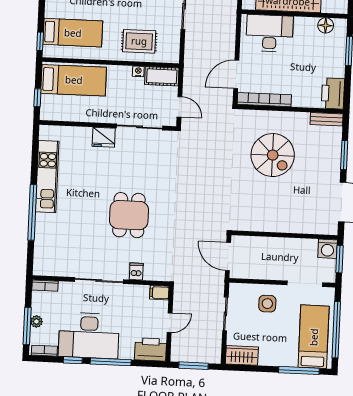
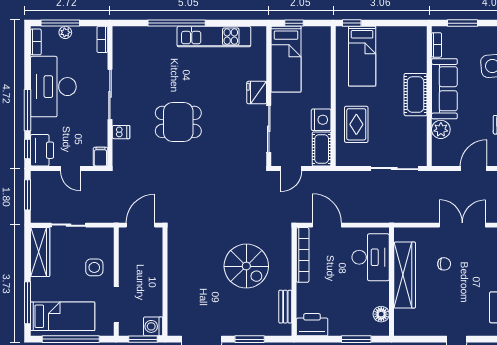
nightstand: (138, 71) -> (321, 120), width x1.89, depth x1.79
bed: (74, 80) -> (286, 59), moved
bench: (327, 119) -> (285, 307), moved
spiral stairs: (273, 155) -> (246, 266), turned -90
sliding door: (225, 314) -> (68, 225), moved
wardrobe: (242, 355) -> (40, 252), width x1.50
window: (73, 360) -> (27, 149), moved

